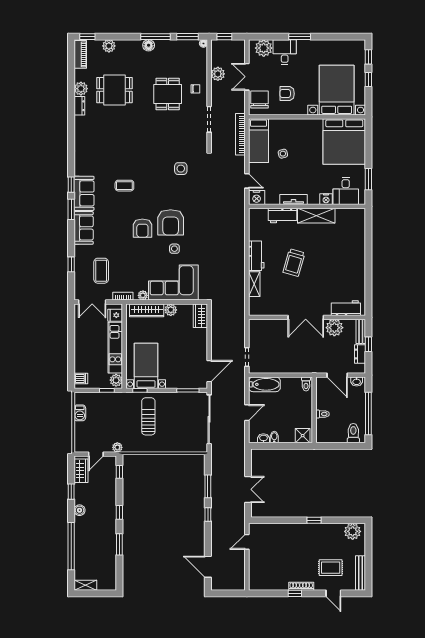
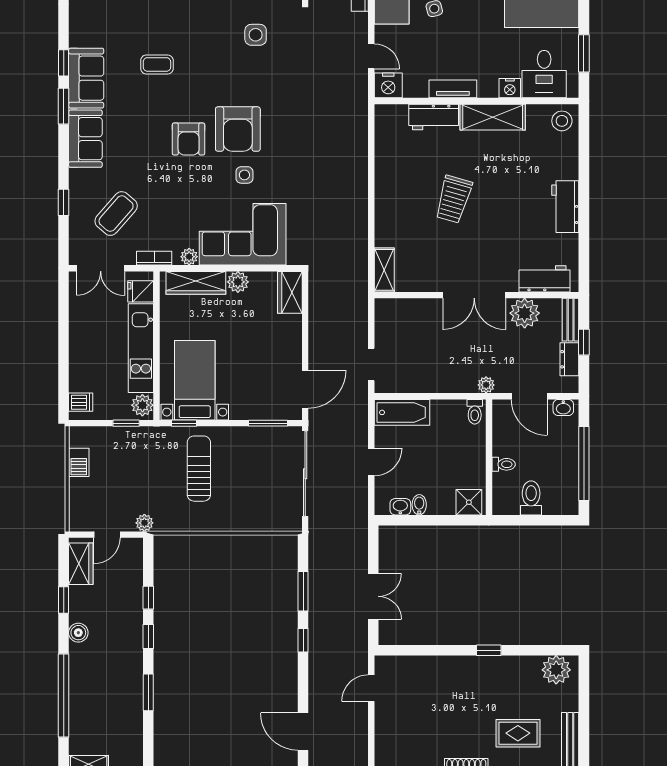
stool: (356, 218) -> (562, 121), added
workbench: (256, 256) -> (565, 207), moved, turned 180
coffee table: (101, 271) -> (116, 214), turned 41
shelving: (254, 284) -> (384, 270), moved
plant: (312, 369) -> (486, 385), added
toilet: (353, 433) -> (531, 498), moved
window: (119, 472) -> (148, 598), moved

